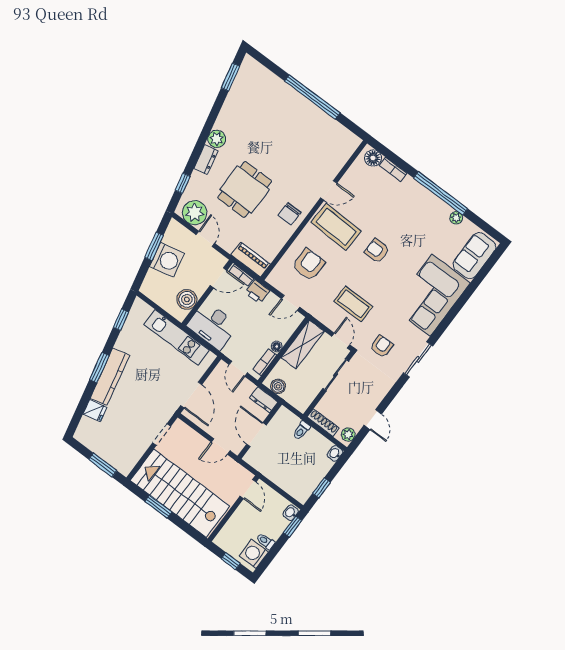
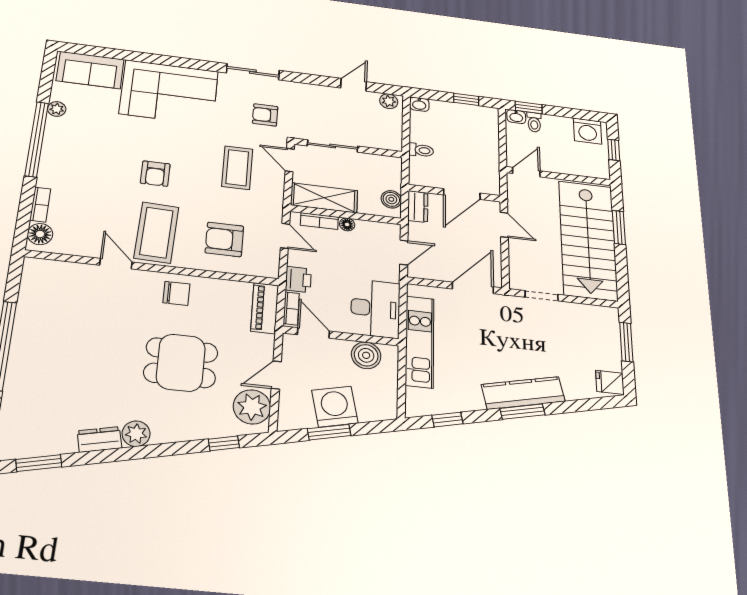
dresser: (206, 160) -> (99, 439), moved
door: (341, 341) -> (290, 160), hinge flipped
bookcase: (265, 362) -> (319, 221), moved
fridge: (95, 411) -> (610, 382), moved, turned -77
shoe rack: (323, 423) -> (395, 133), removed
window: (158, 507) -> (619, 227), moved
toilet: (266, 541) -> (534, 122), moved

